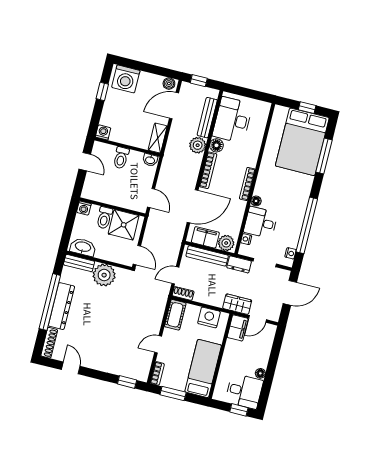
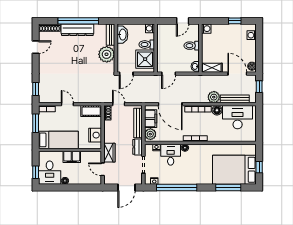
washing machine: (126, 79) -> (252, 35), width x0.53, depth x0.53
door: (290, 293) -> (126, 187), hinge flipped
filing cabinet: (238, 328) -> (72, 157), moved

